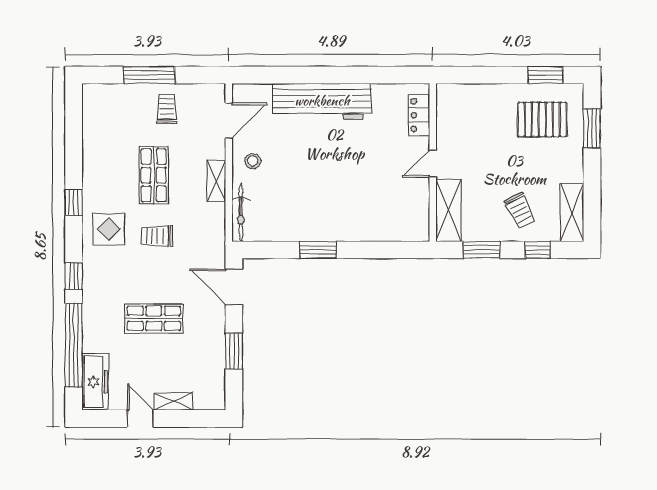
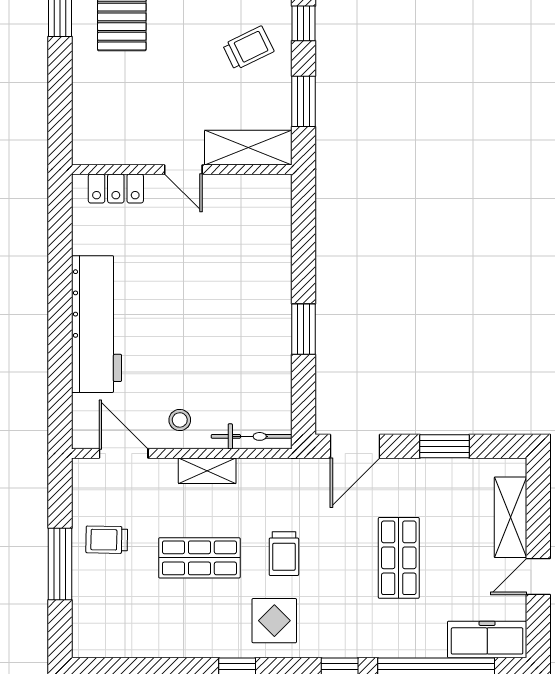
shelving: (173, 401) -> (510, 517), width x1.50, depth x1.33

